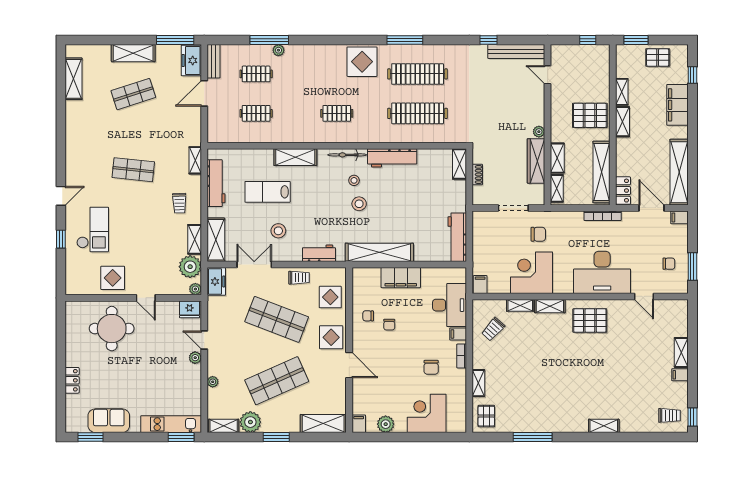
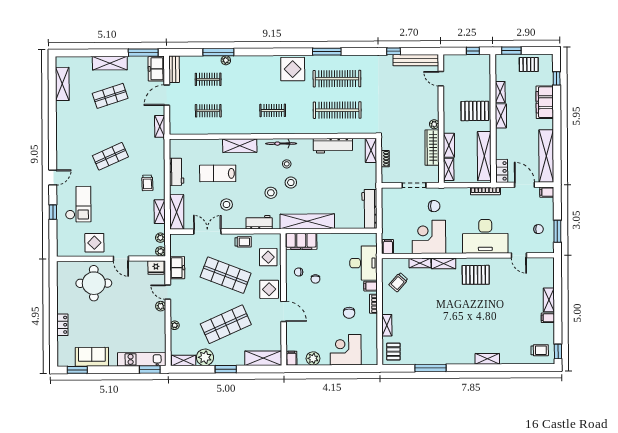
workbench: (392, 158) -> (333, 146), moved
shelving: (195, 160) -> (160, 126), moved
shop shelf: (133, 170) -> (110, 156), turned -30
workbench: (216, 183) -> (177, 172), width x0.73
stool: (334, 216) -> (271, 193), added
plant: (190, 267) -> (160, 238), width x0.53, depth x0.53
filing cabinet: (401, 278) -> (301, 241), moved
freezer: (216, 281) -> (177, 268), moved

